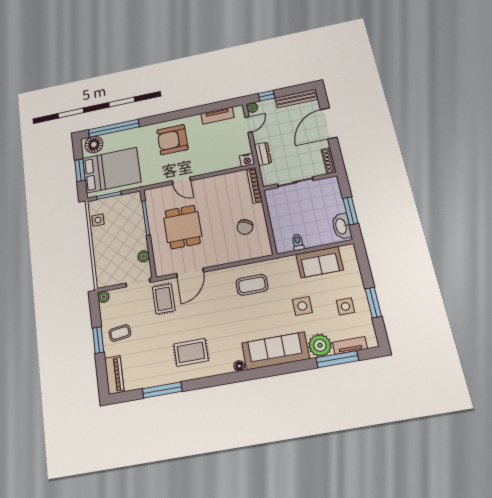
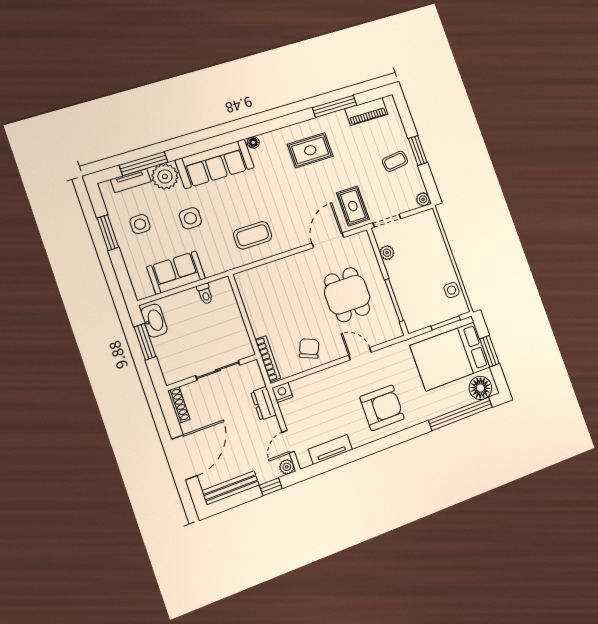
chair: (245, 227) -> (309, 349), moved
piano: (114, 375) -> (366, 111), moved, turned -90

